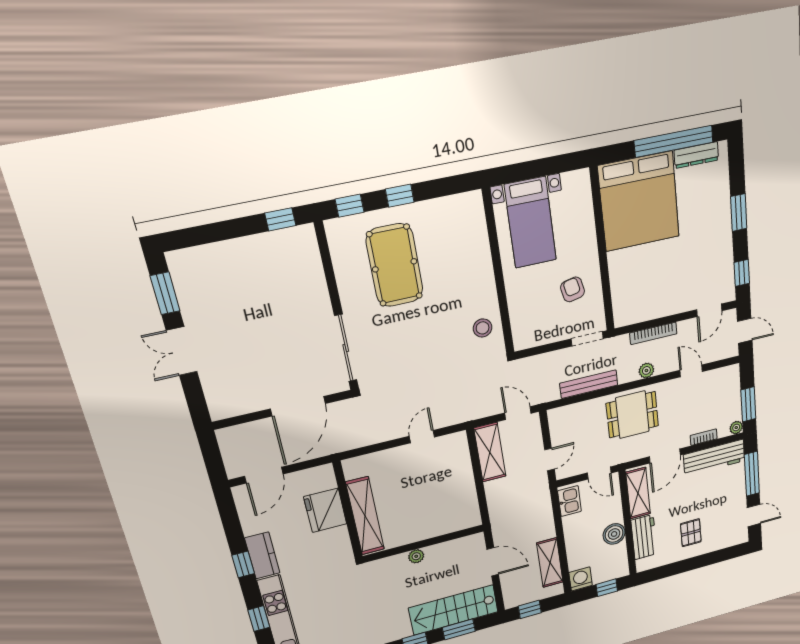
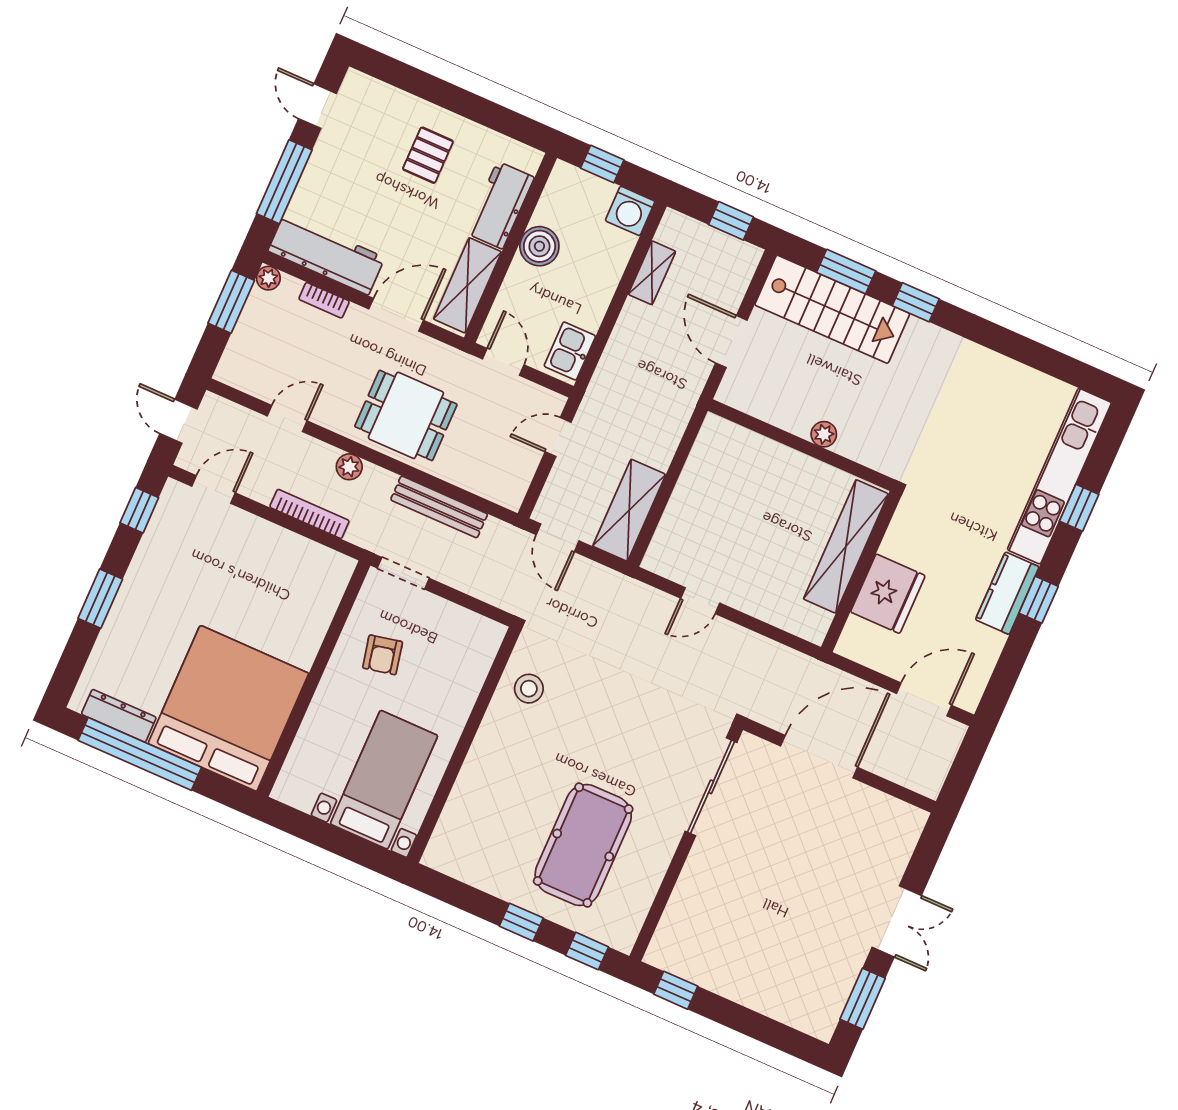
door: (691, 371) -> (287, 418), swing flipped
shelving: (550, 563) -> (652, 273), width x0.67, depth x0.75

